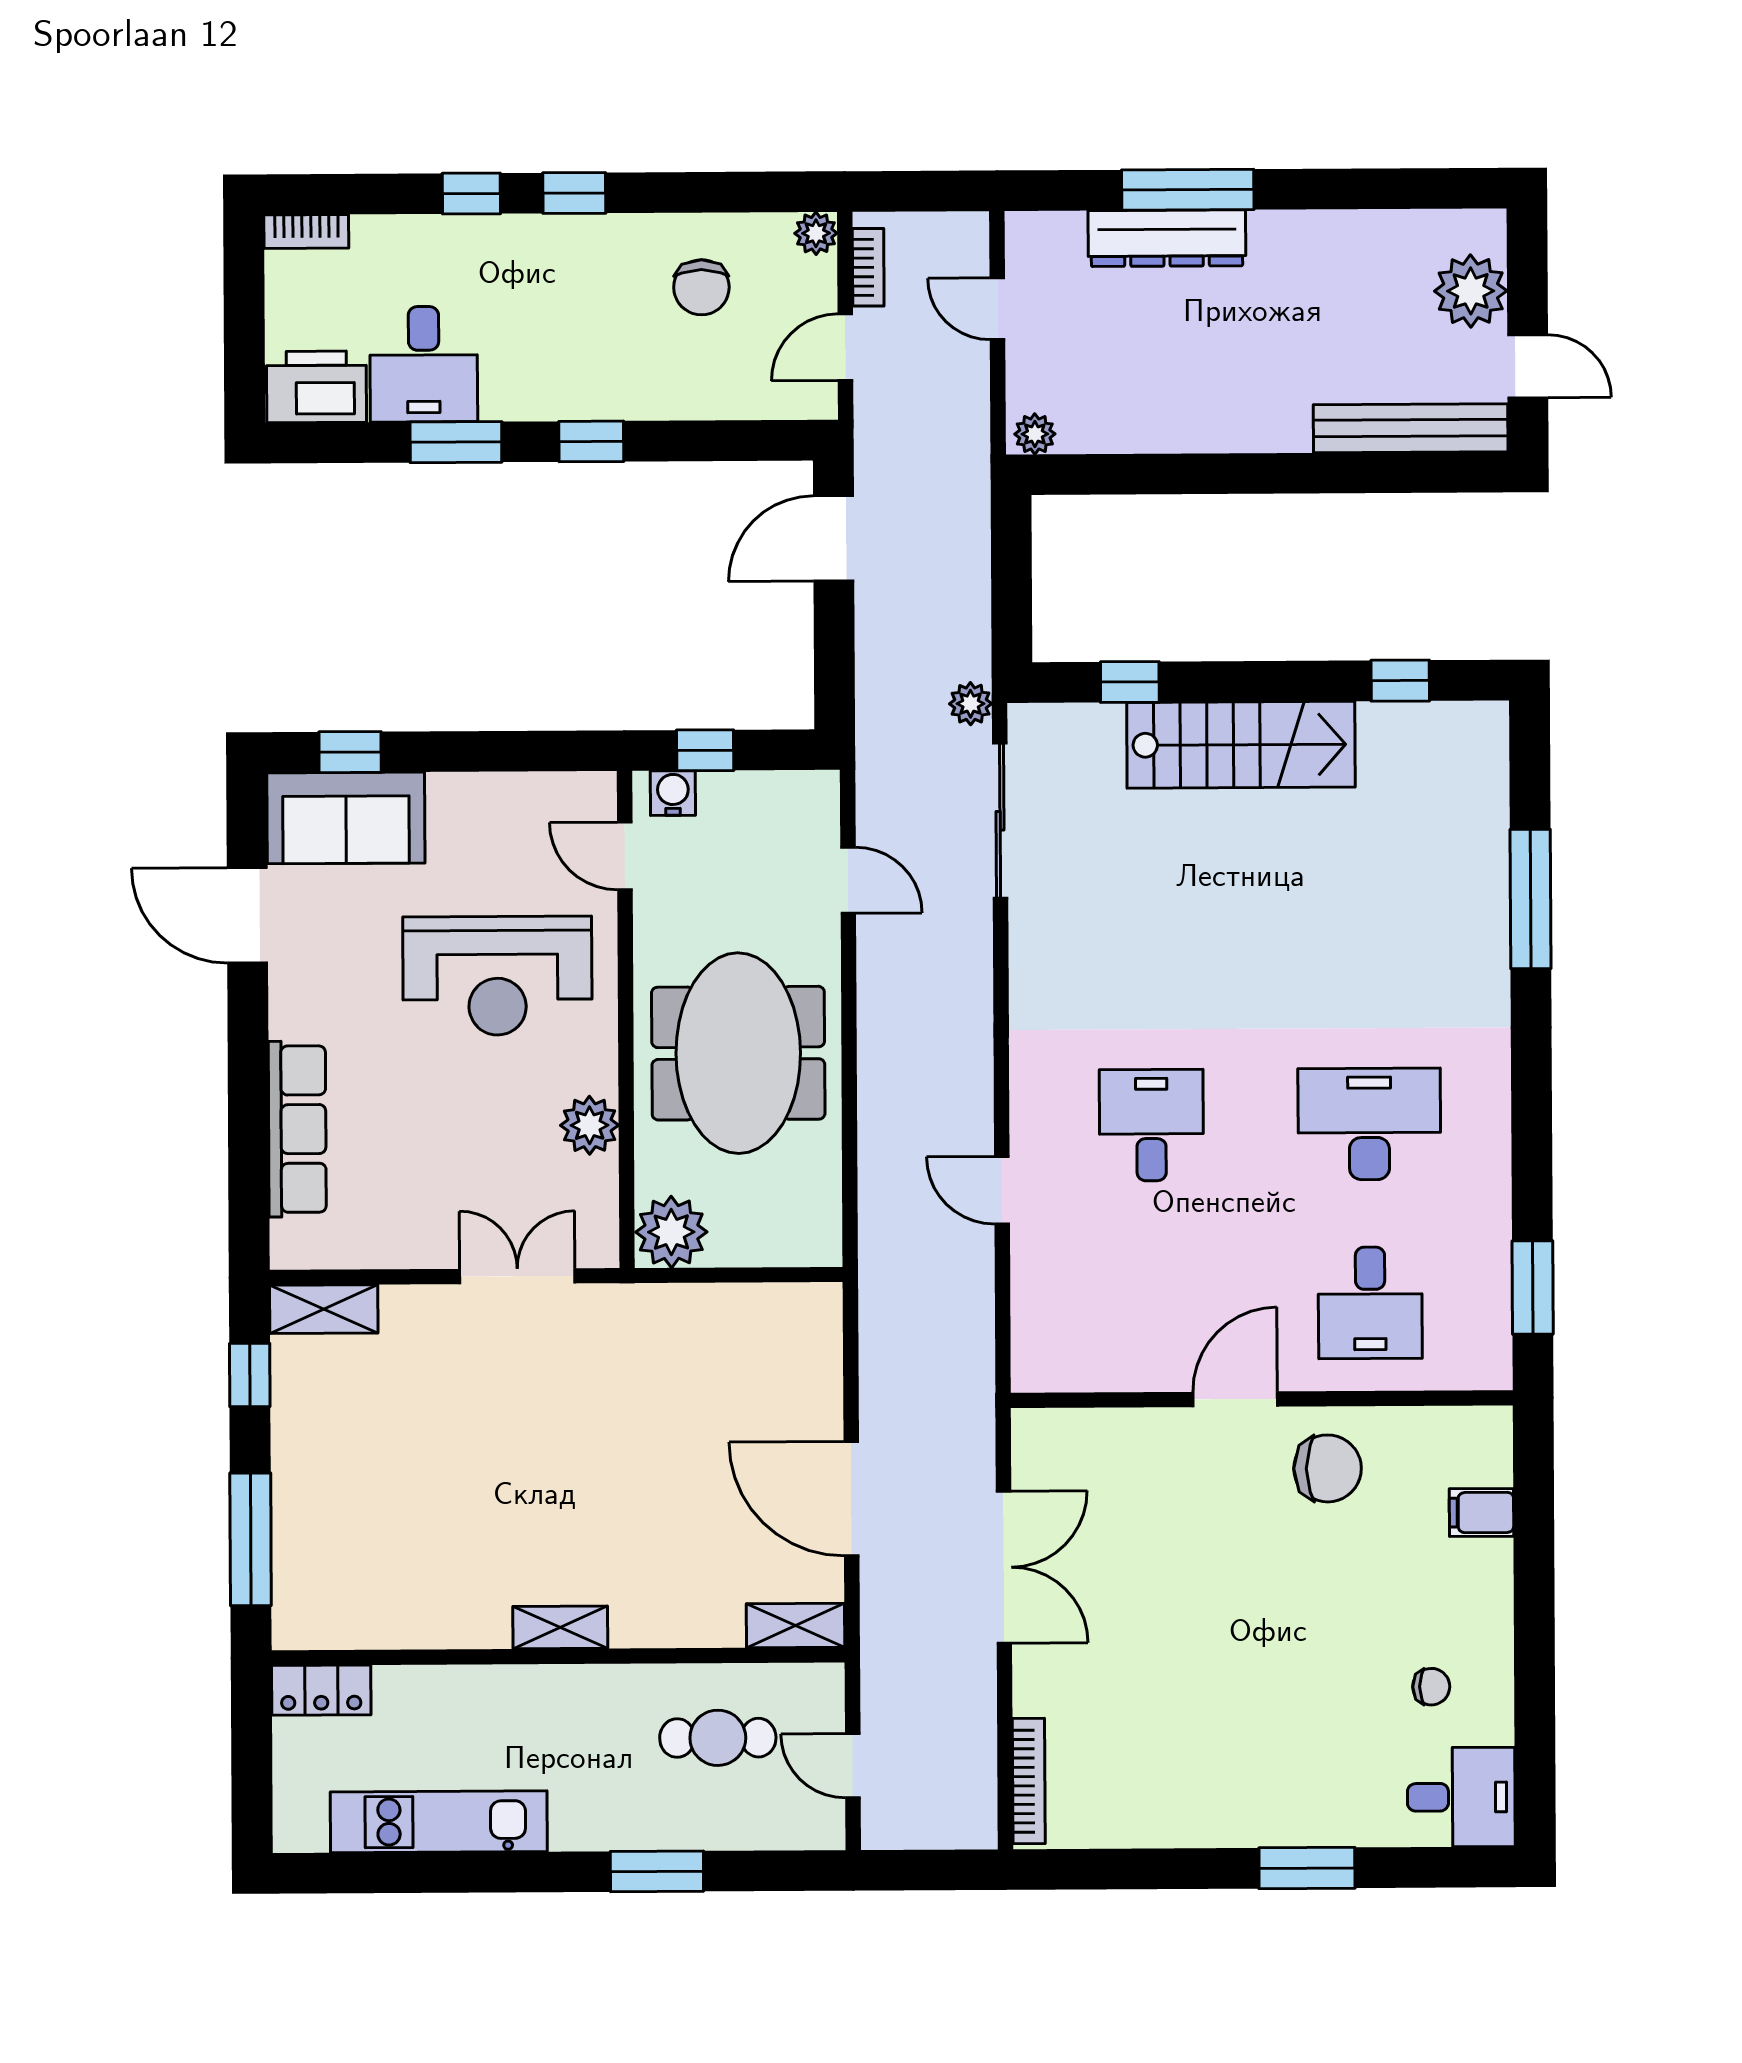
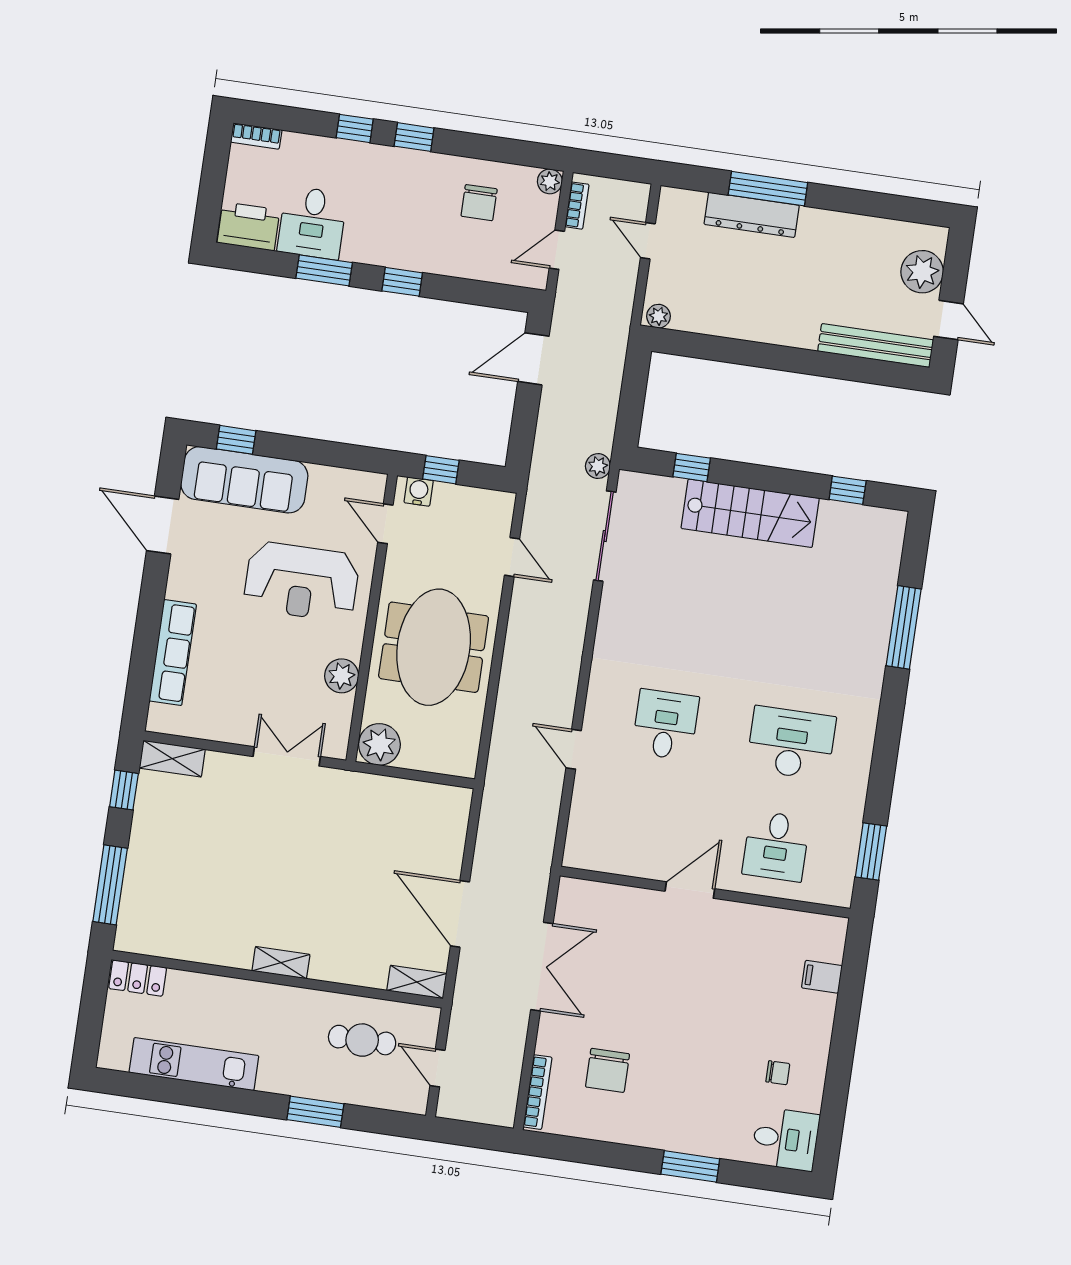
sofa: (346, 818) -> (244, 480), width x1.36
chair: (1328, 1468) -> (607, 1070), moved, turned 90

